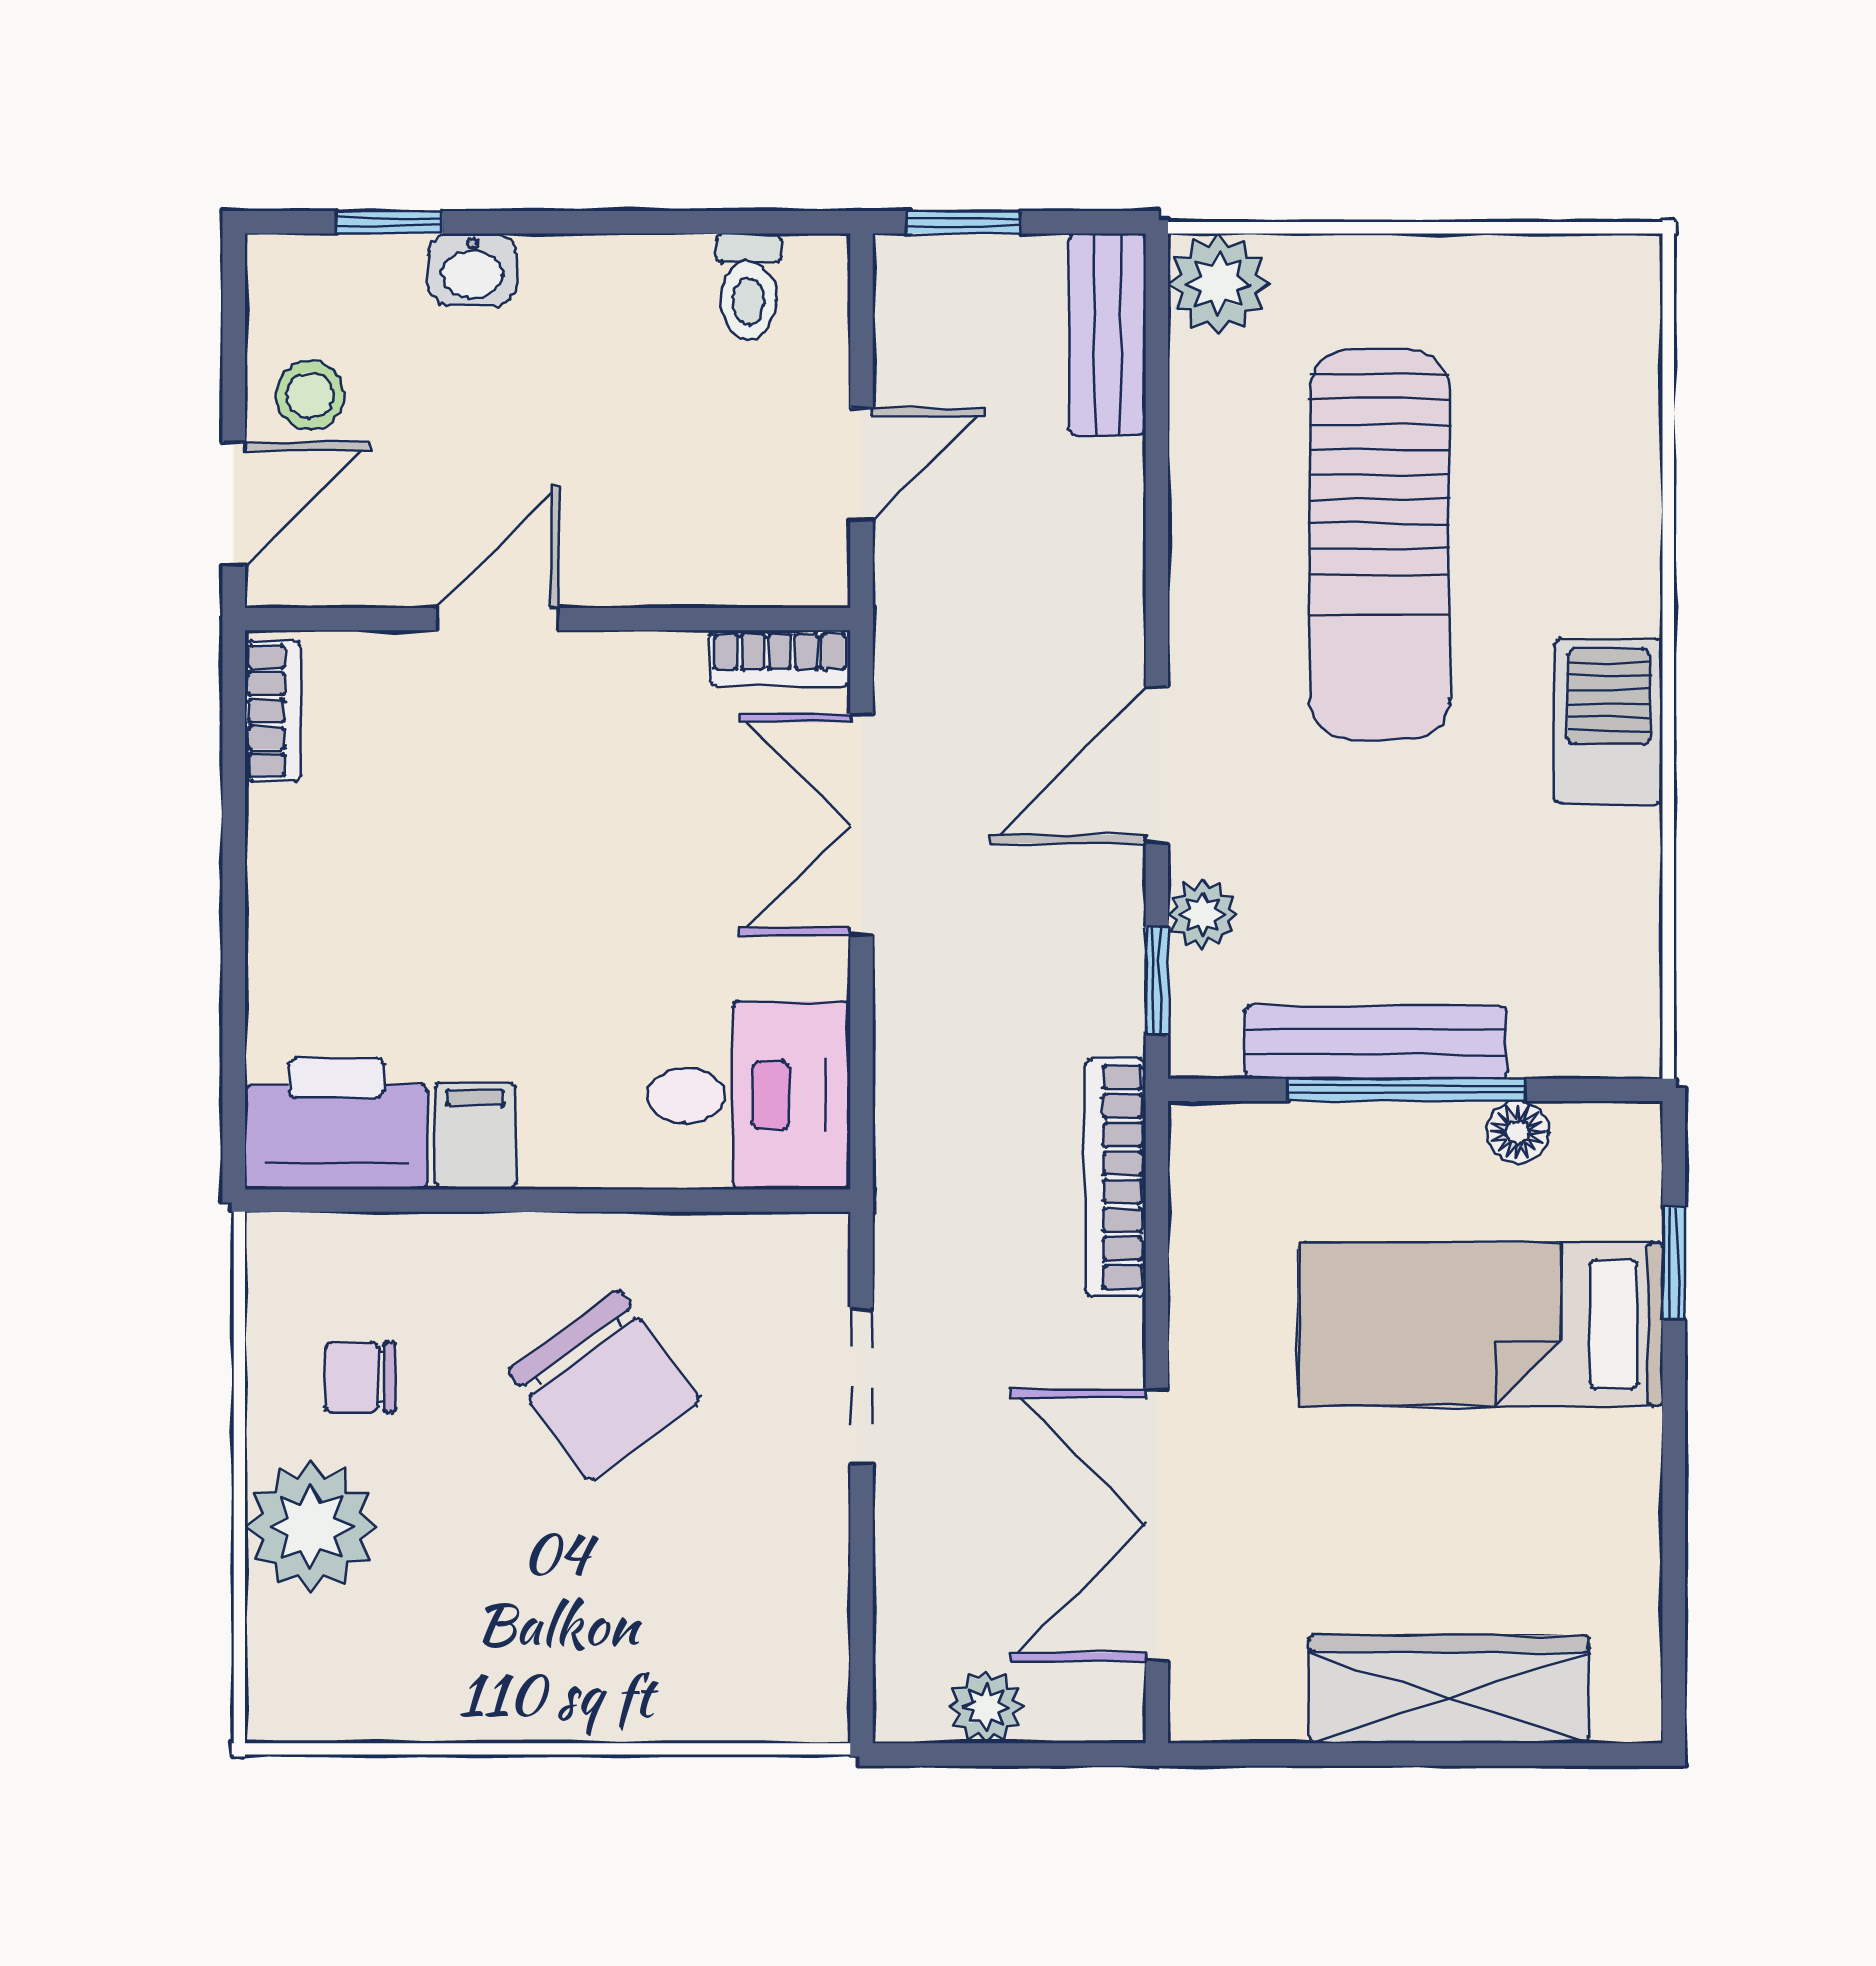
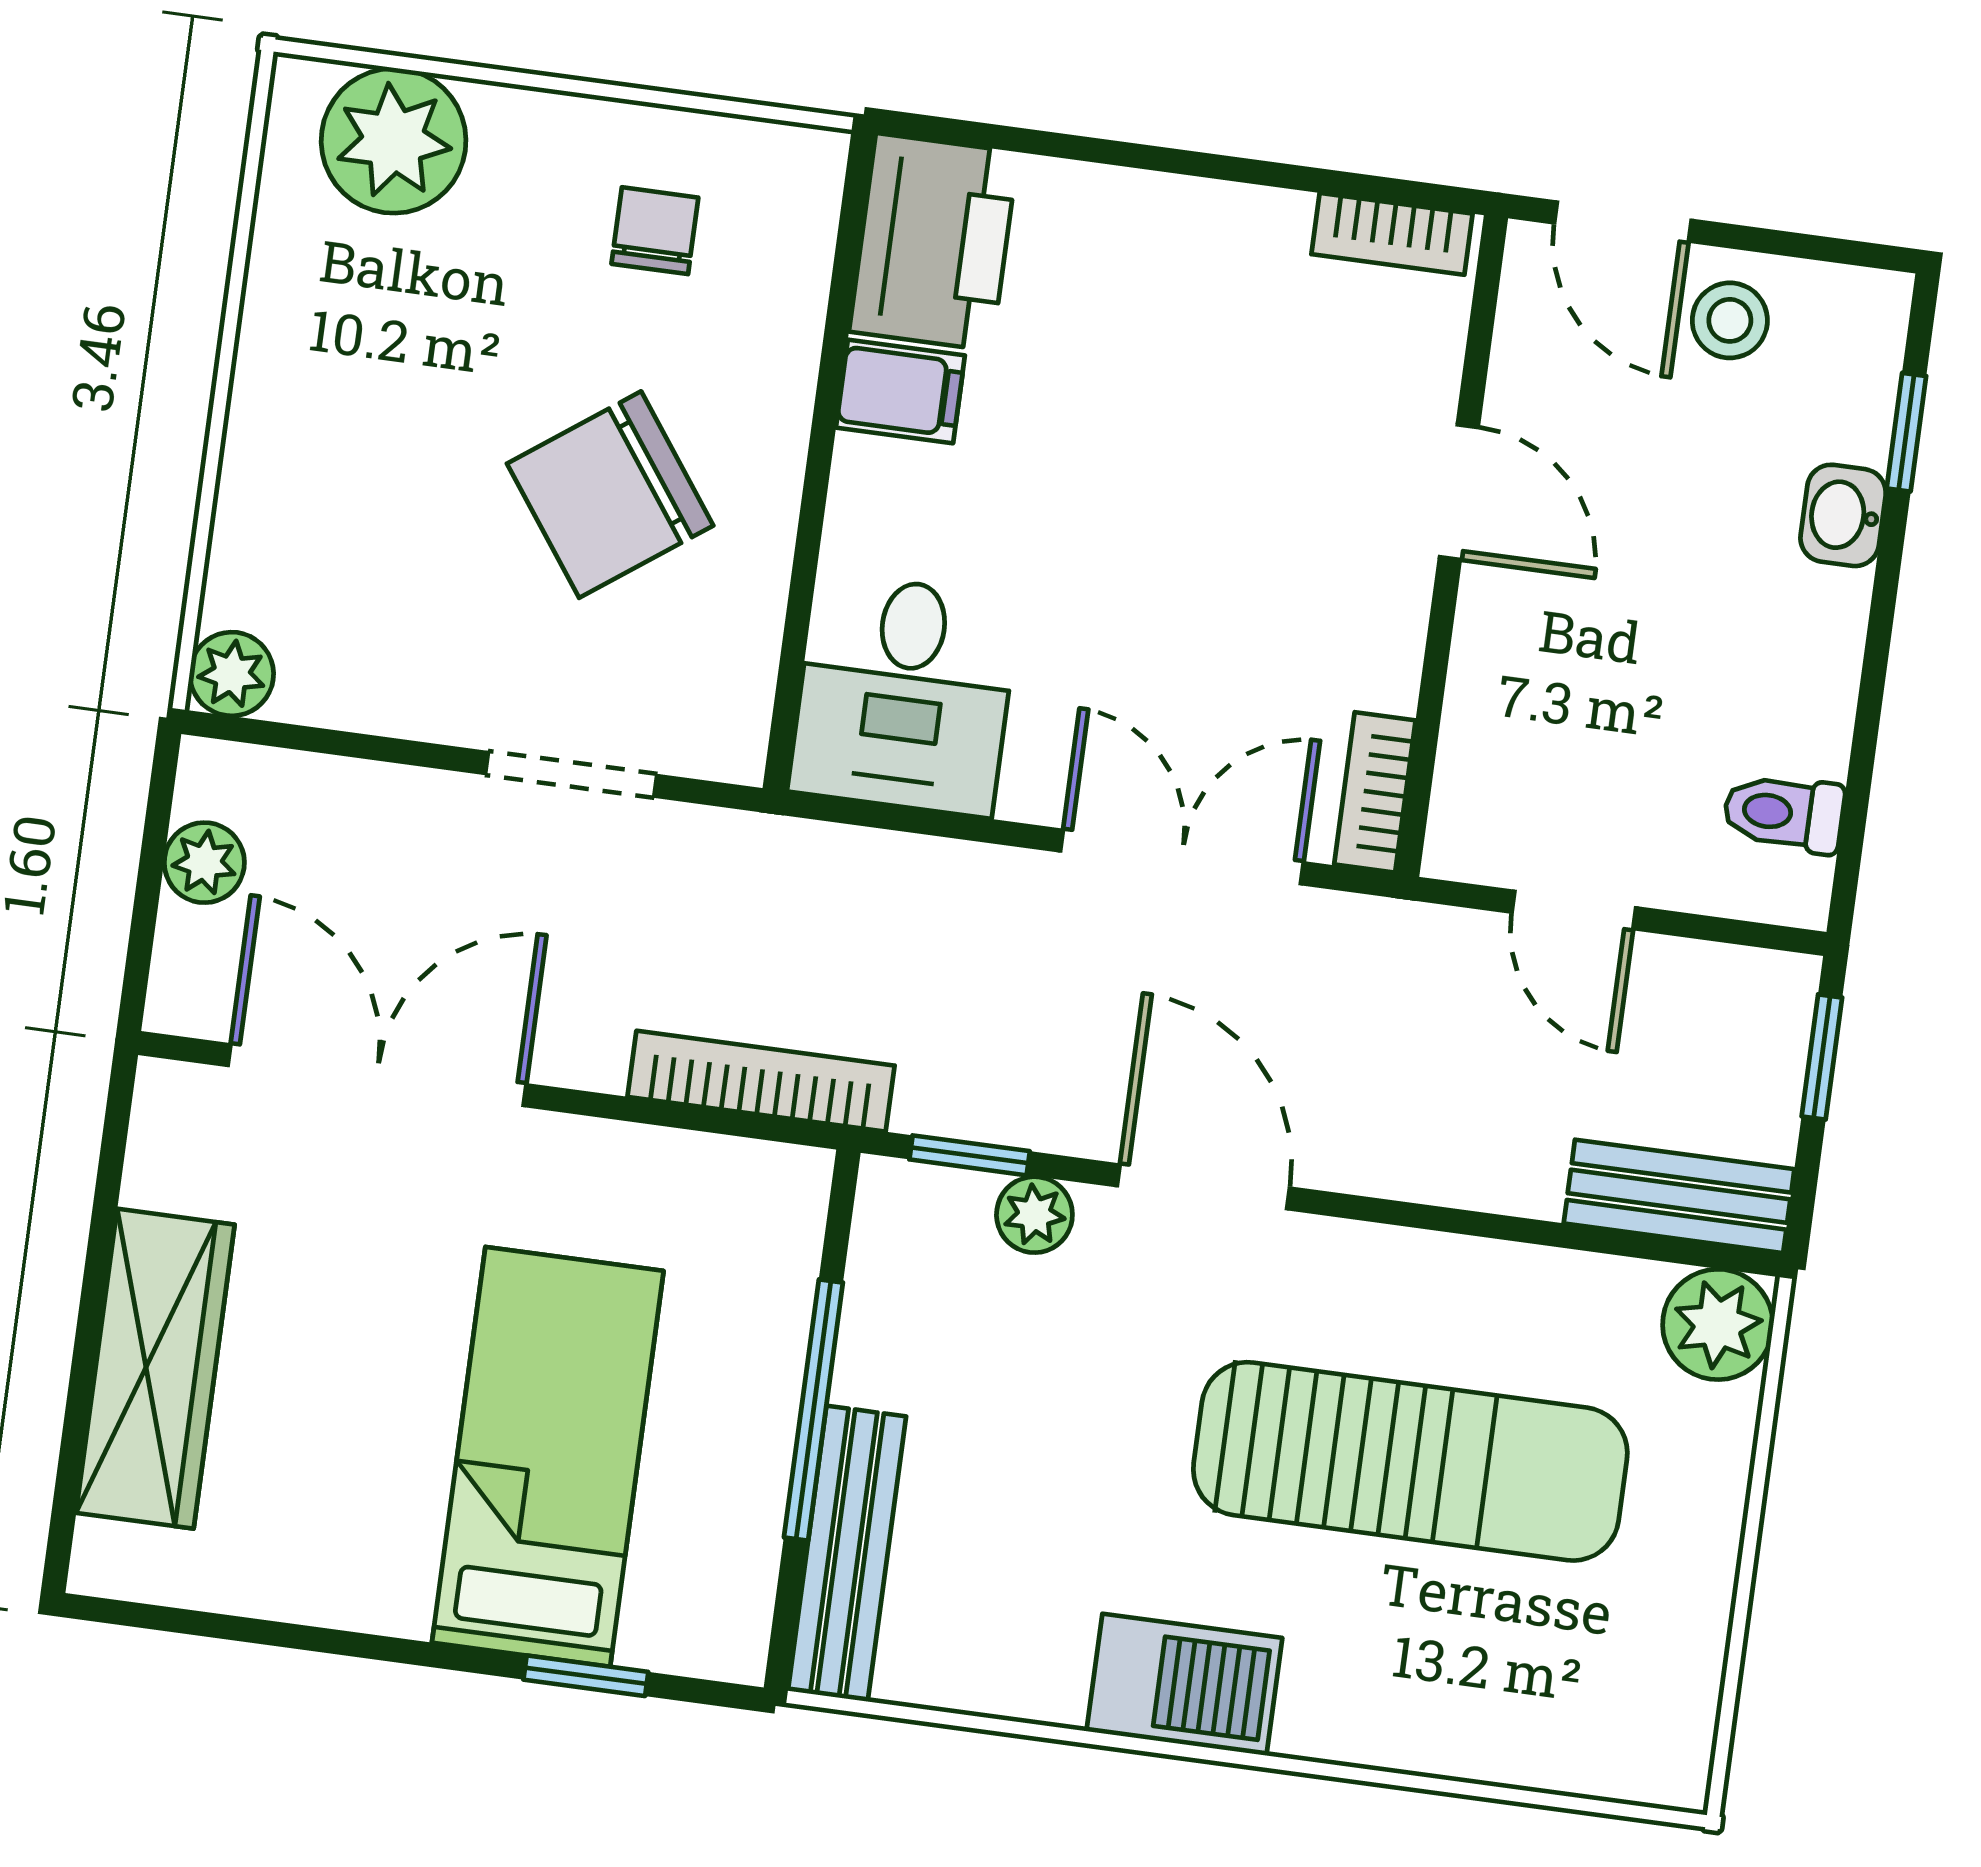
sun lounger: (1379, 545) -> (1410, 1461), turned 180
bench: (1376, 1042) -> (847, 1554), moved
floor lamp: (1518, 1132) -> (751, 1525), removed
plant: (311, 1527) -> (394, 141), moved
plant: (812, 1705) -> (232, 674), added

